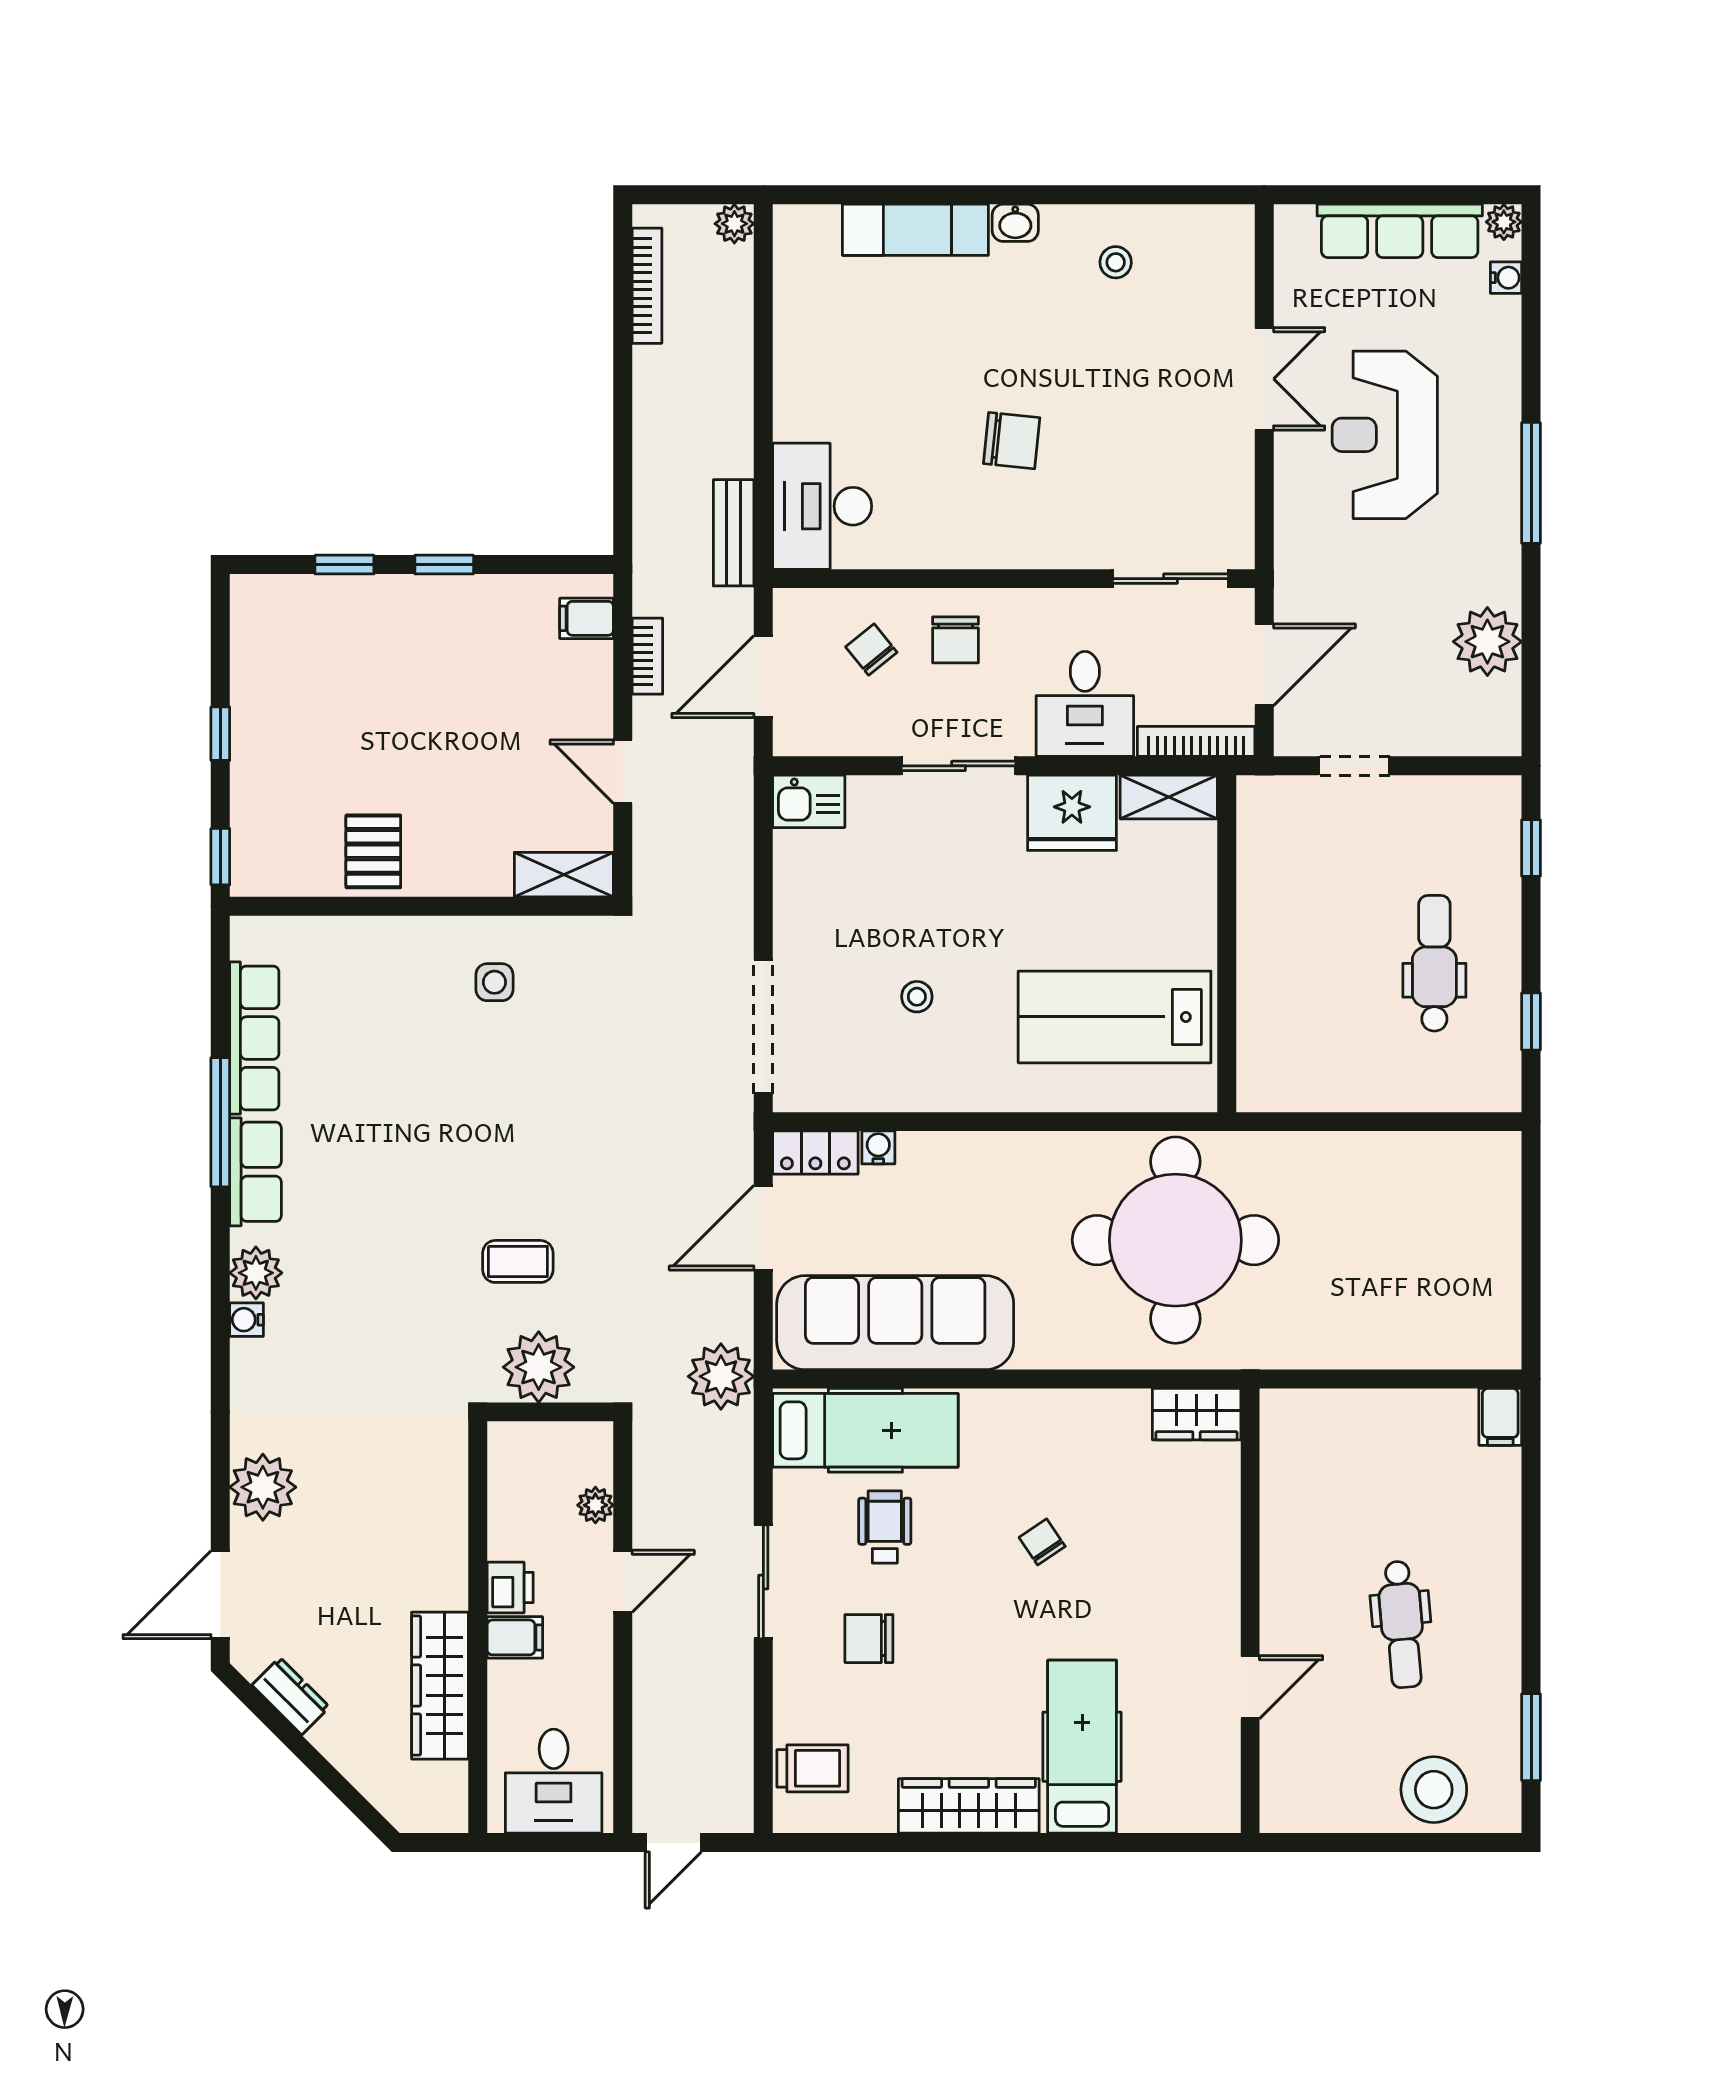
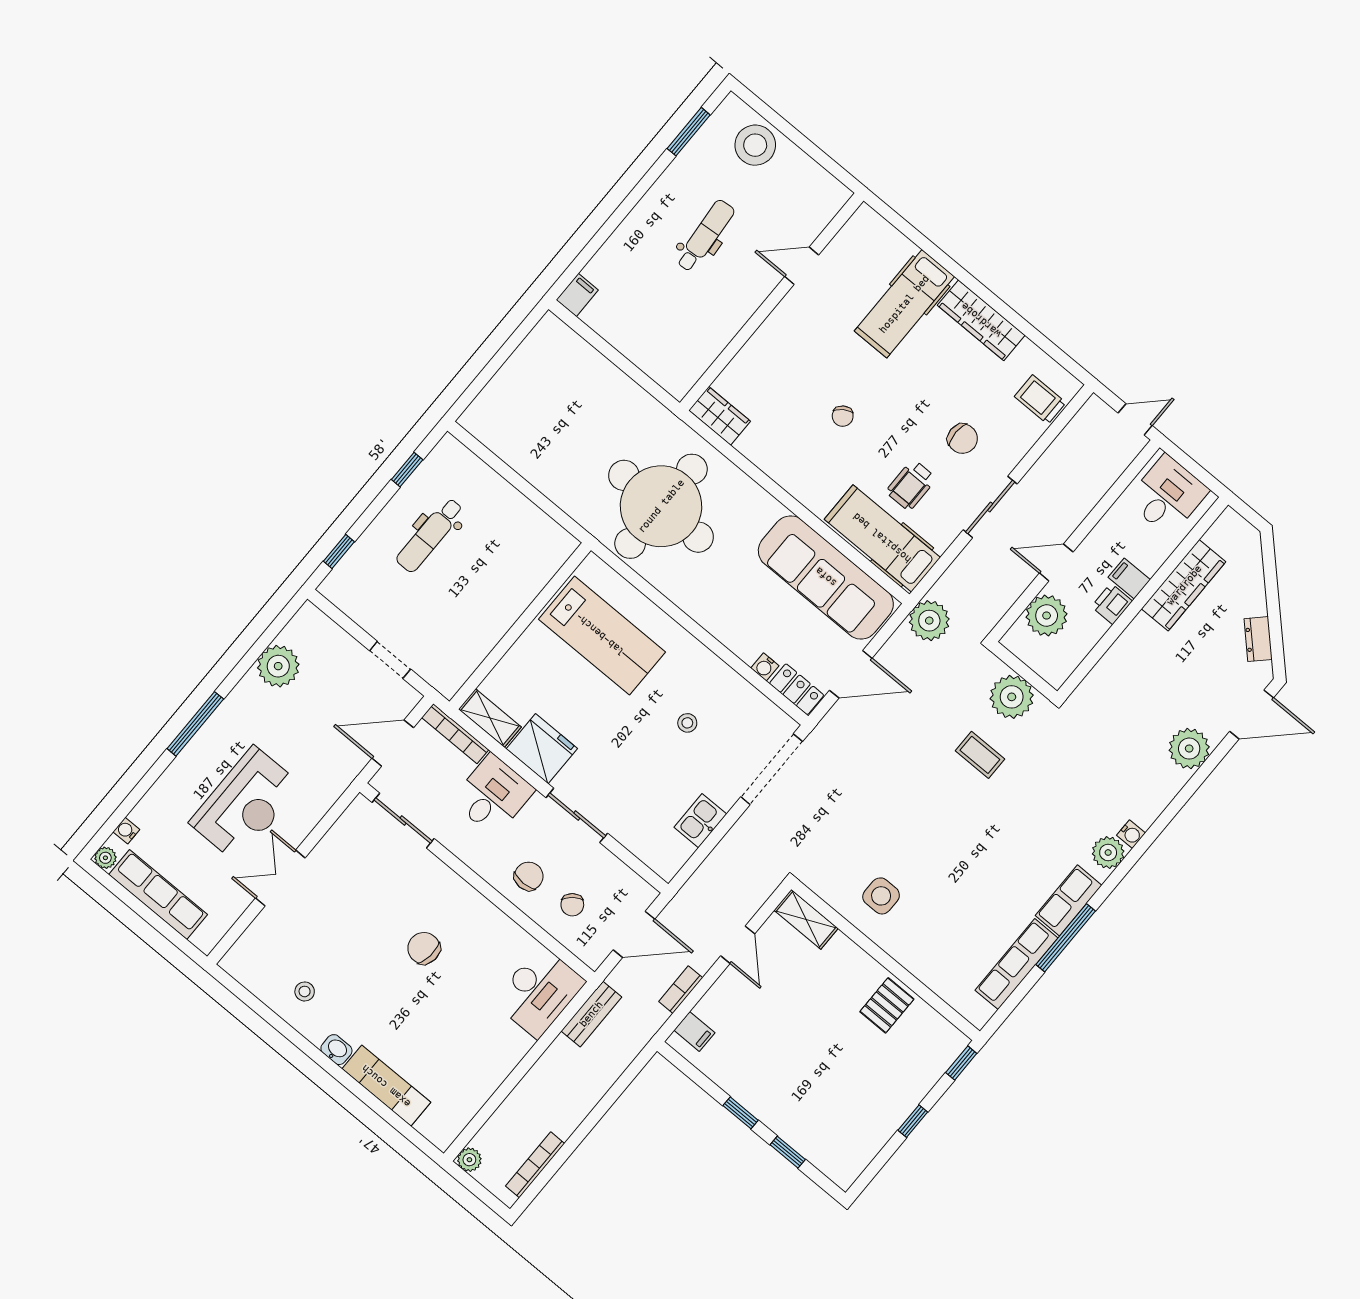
kitchen sink: (809, 801) -> (700, 821), moved, turned -90
side table: (494, 982) -> (881, 896), width x1.37, depth x1.37
plant: (595, 1505) -> (1047, 616), width x1.88, depth x1.88

